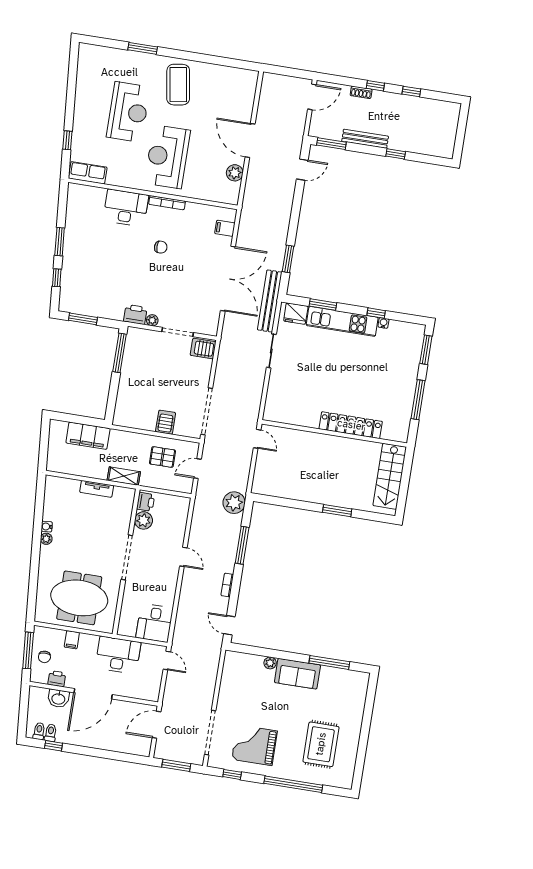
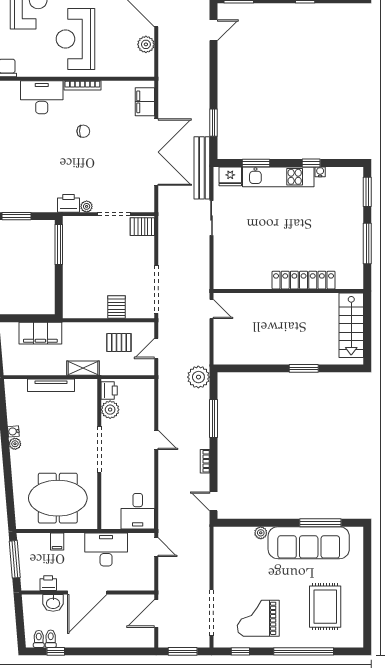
filing cabinet: (225, 228) -> (145, 102), width x2.00
tv unit: (97, 489) -> (51, 385), width x1.41
chair: (44, 657) -> (32, 563), removed
sofa: (297, 674) -> (309, 543), width x1.85, depth x1.27

